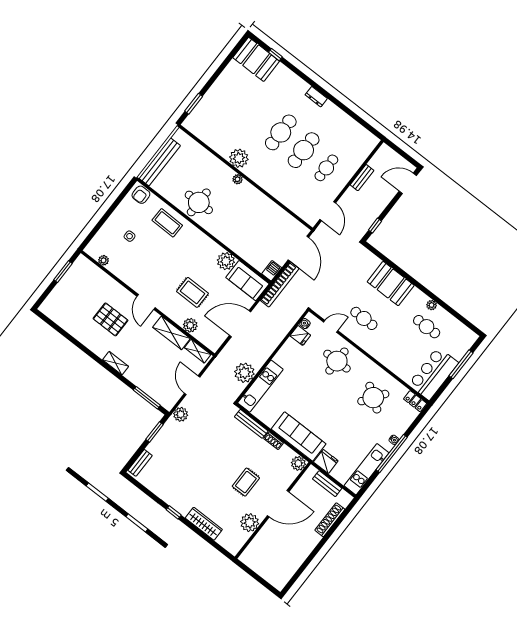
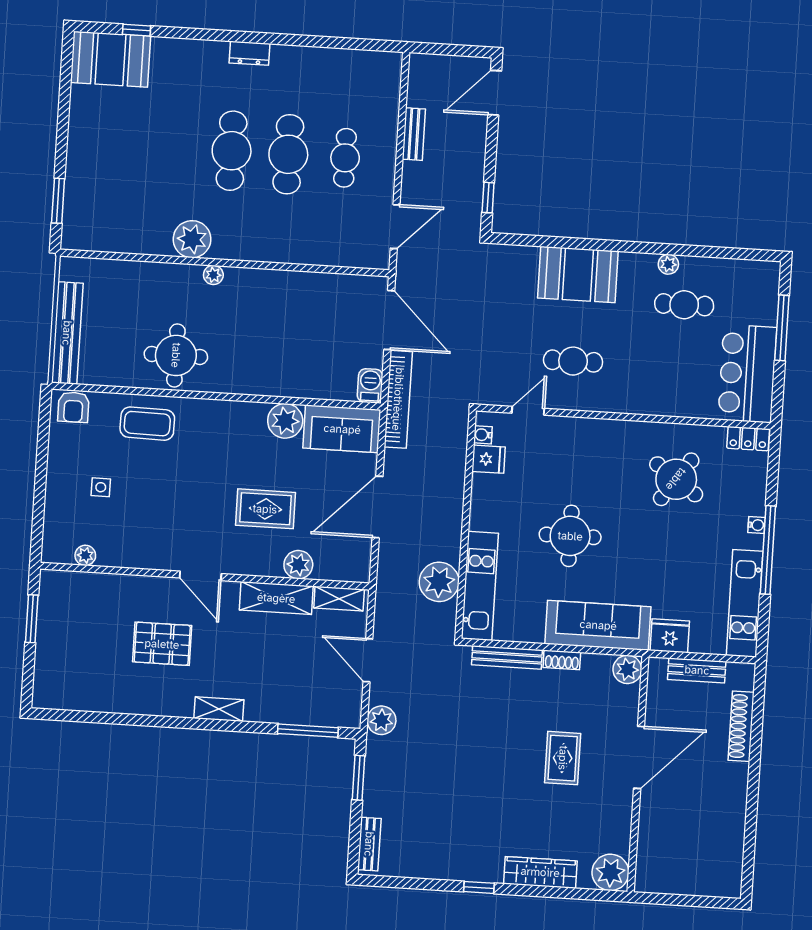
door: (328, 211) -> (395, 227), hinge flipped
round table: (337, 361) -> (570, 536), moved
plant: (250, 523) -> (610, 872), moved

